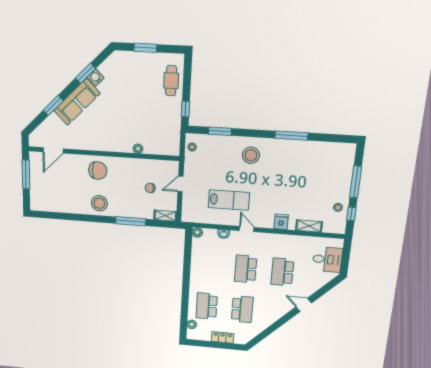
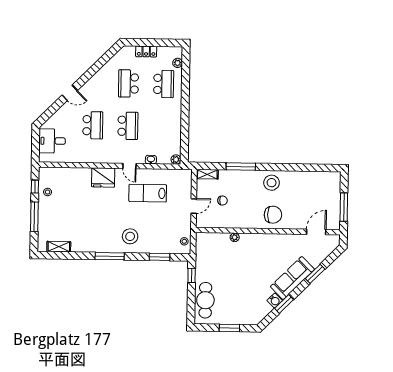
cafe table: (171, 81) -> (205, 300), width x1.37, depth x1.35
window: (291, 136) -> (110, 256), moved
chair: (98, 170) -> (273, 215), turned 180
fridge: (281, 222) -> (103, 177), width x1.88, depth x1.34
shelving: (309, 226) -> (59, 247), moved

